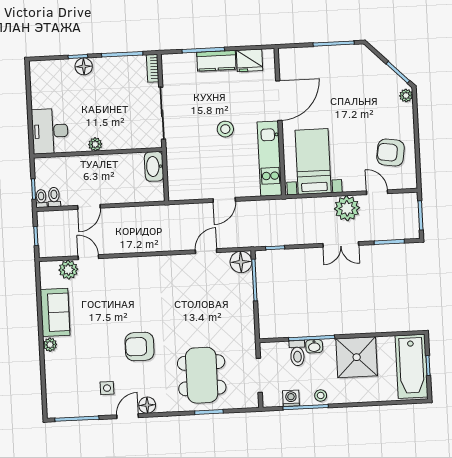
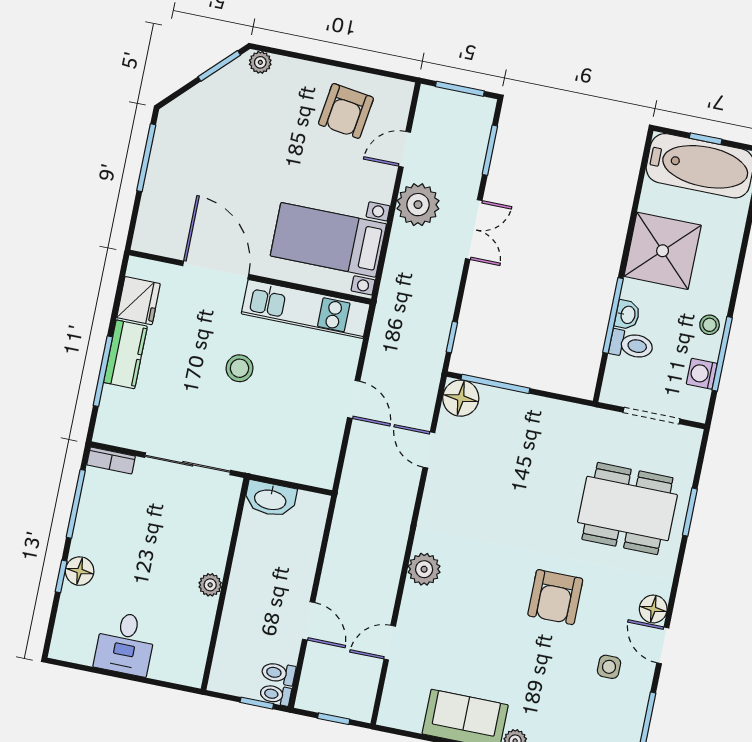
desk: (50, 131) -> (125, 643), moved, width x0.73
plant: (68, 270) -> (424, 569), moved

